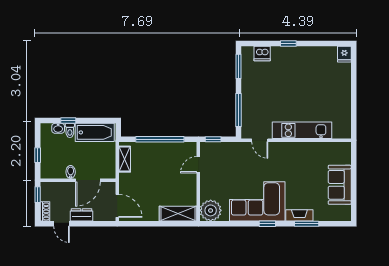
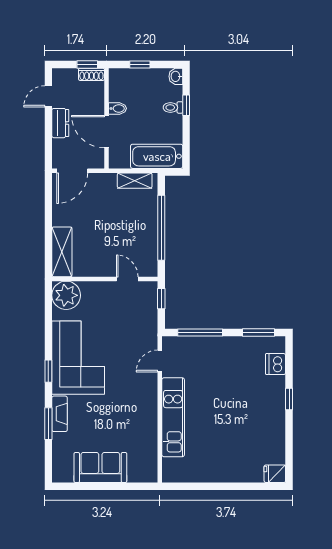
washbasin: (58, 128) -> (176, 76), moved
bathtub: (95, 132) -> (157, 156), moved, turned 90
shoe rack: (45, 211) -> (91, 74), moved

